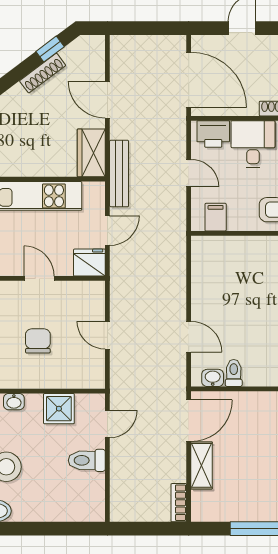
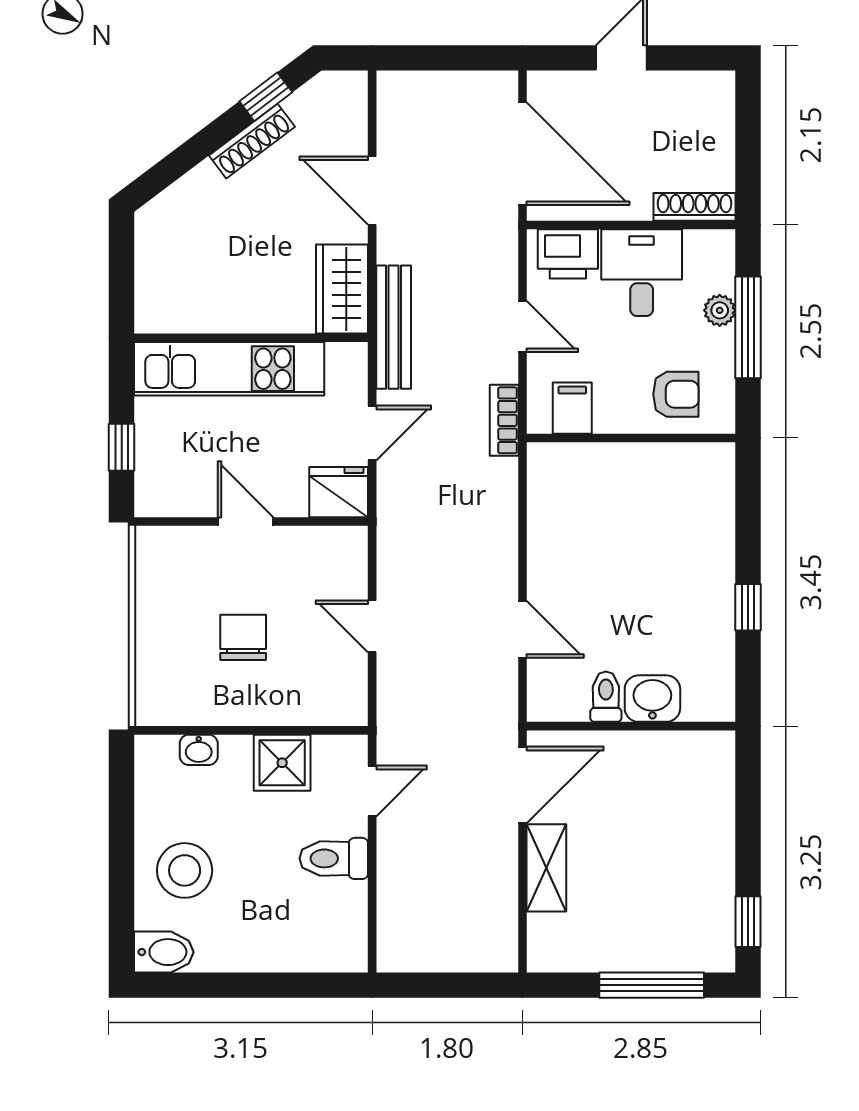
washbasin: (213, 378) -> (652, 699), moved, width x1.38, depth x1.45
bookcase: (179, 503) -> (504, 420), moved

